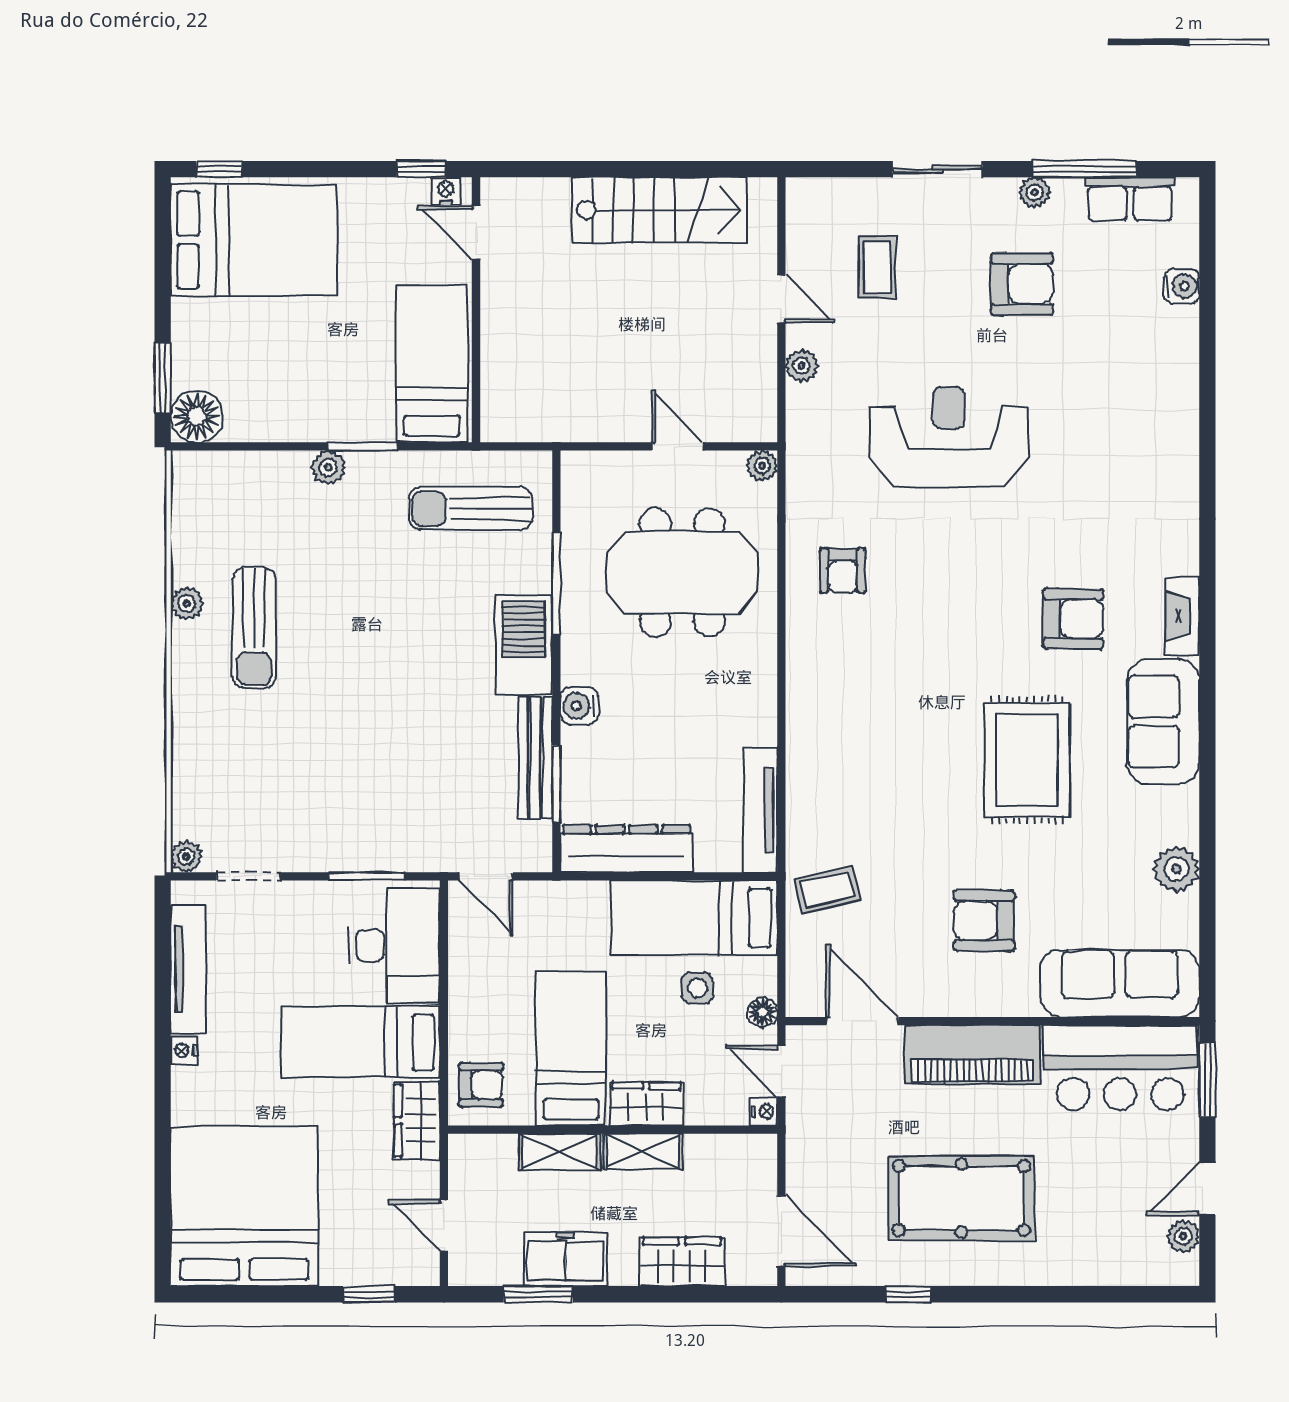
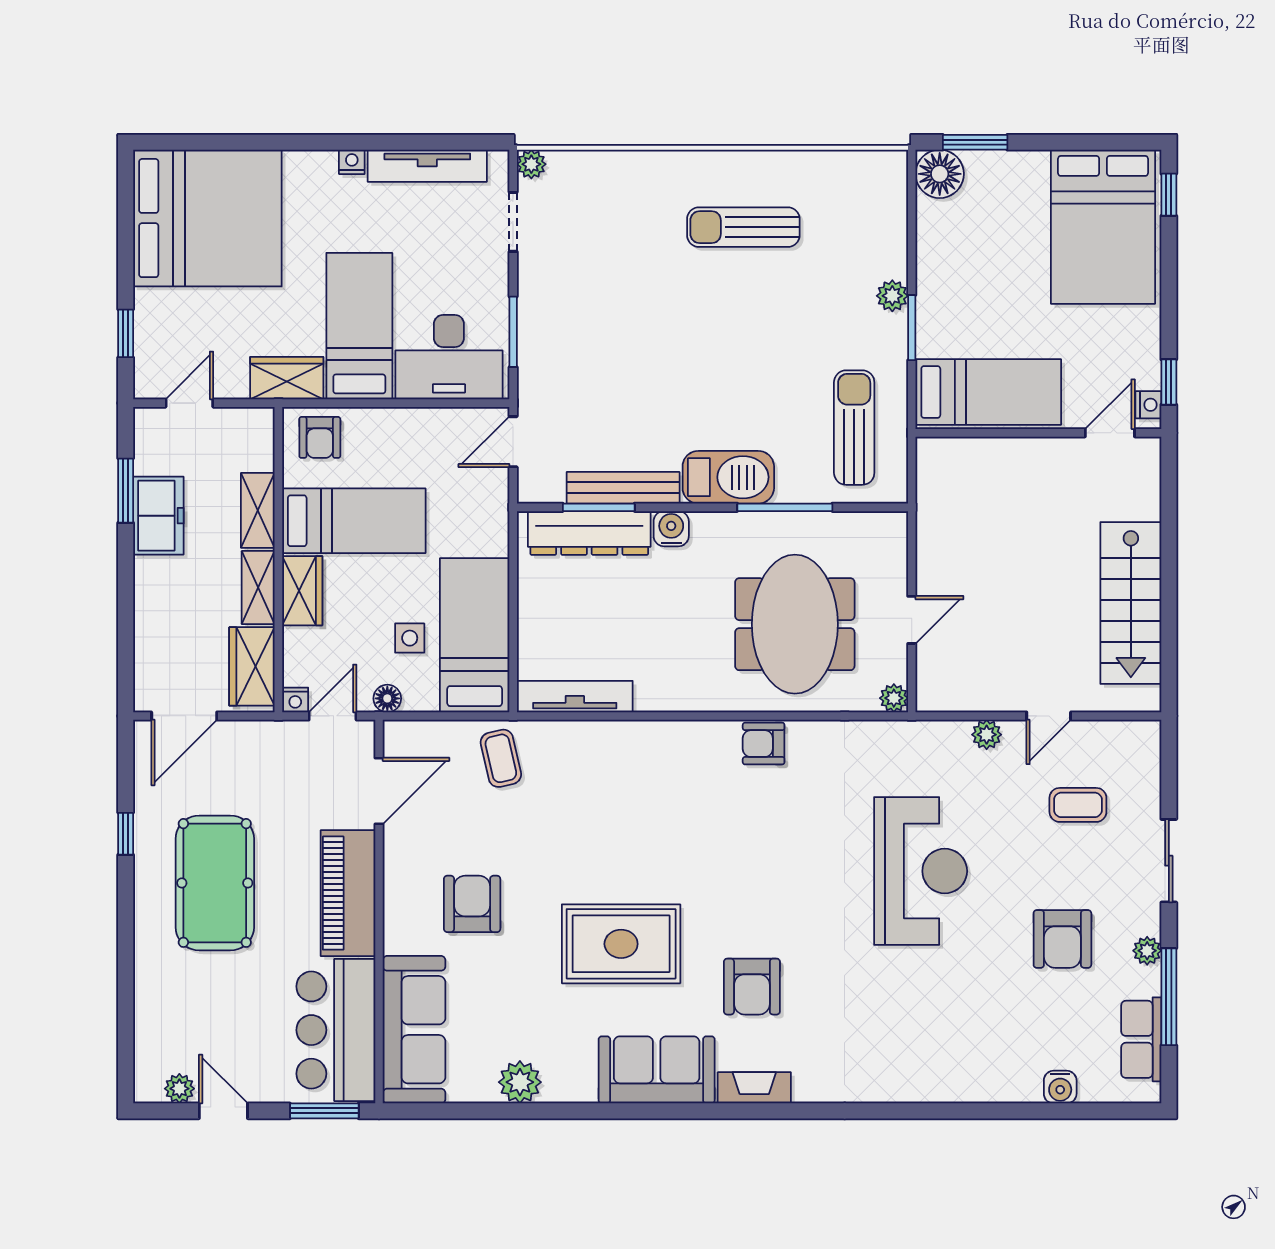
armchair: (843, 571) -> (764, 744), moved
plant: (187, 604) -> (766, 165), removed
dresser: (627, 849) -> (589, 533), moved, turned 90
wardrobe: (682, 1262) -> (252, 666), moved, turned 180

